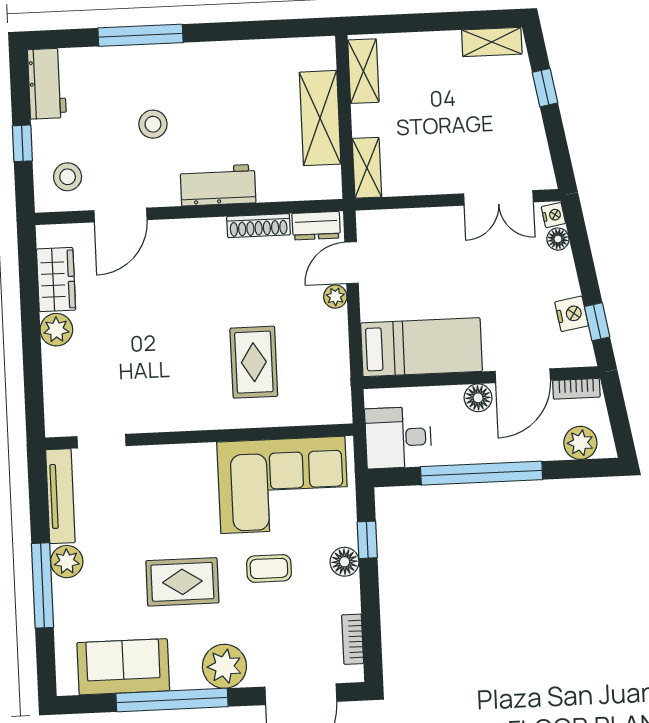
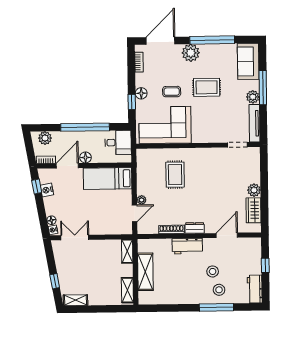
stool: (68, 177) -> (219, 290), moved
dresser: (316, 226) -> (195, 228), moved
sofa: (123, 667) -> (248, 61), moved, turned 90

